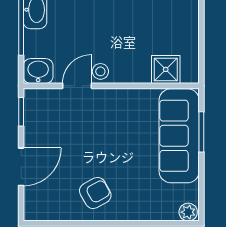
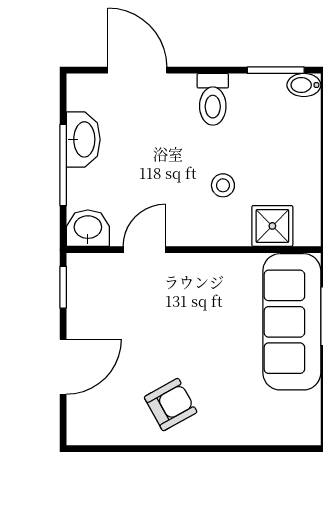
stool: (100, 71) -> (223, 185), moved
plant: (188, 212) -> (305, 432), removed

